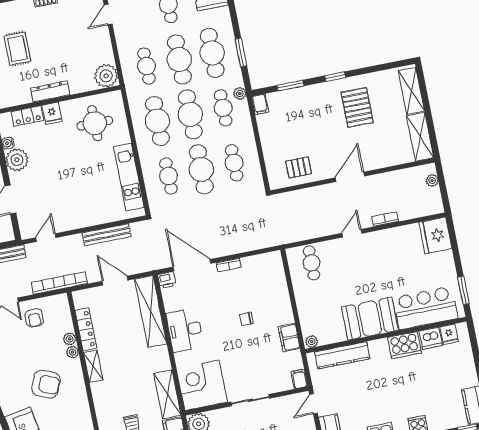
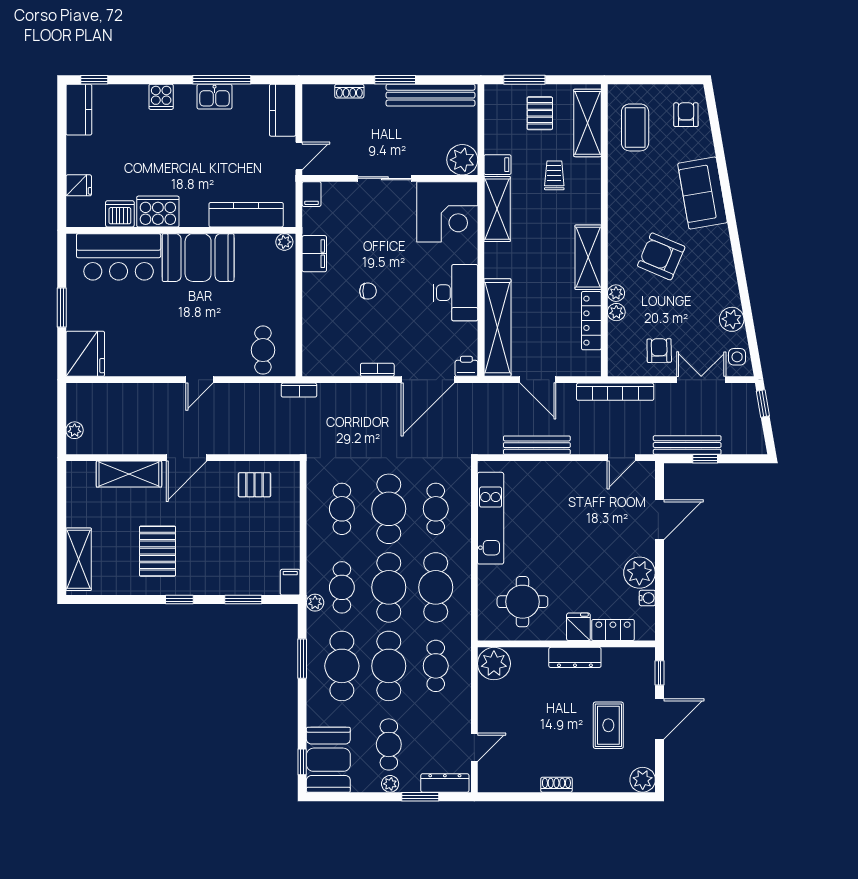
shelving: (420, 137) -> (129, 474), moved, turned 90
bookcase: (385, 219) -> (299, 390), moved
door: (192, 265) -> (428, 380), hinge flipped
window: (463, 290) -> (62, 308), moved
fridge: (449, 334) -> (79, 185), moved, turned 90
shelving: (93, 366) -> (588, 257), width x1.50, depth x1.33

